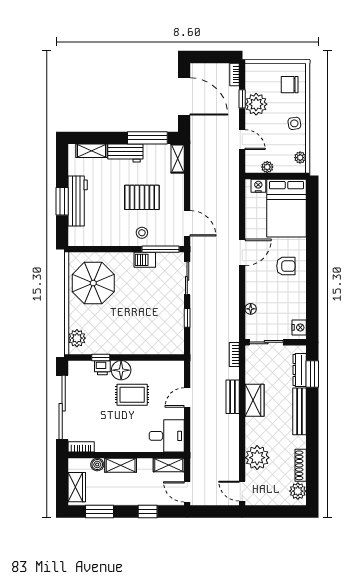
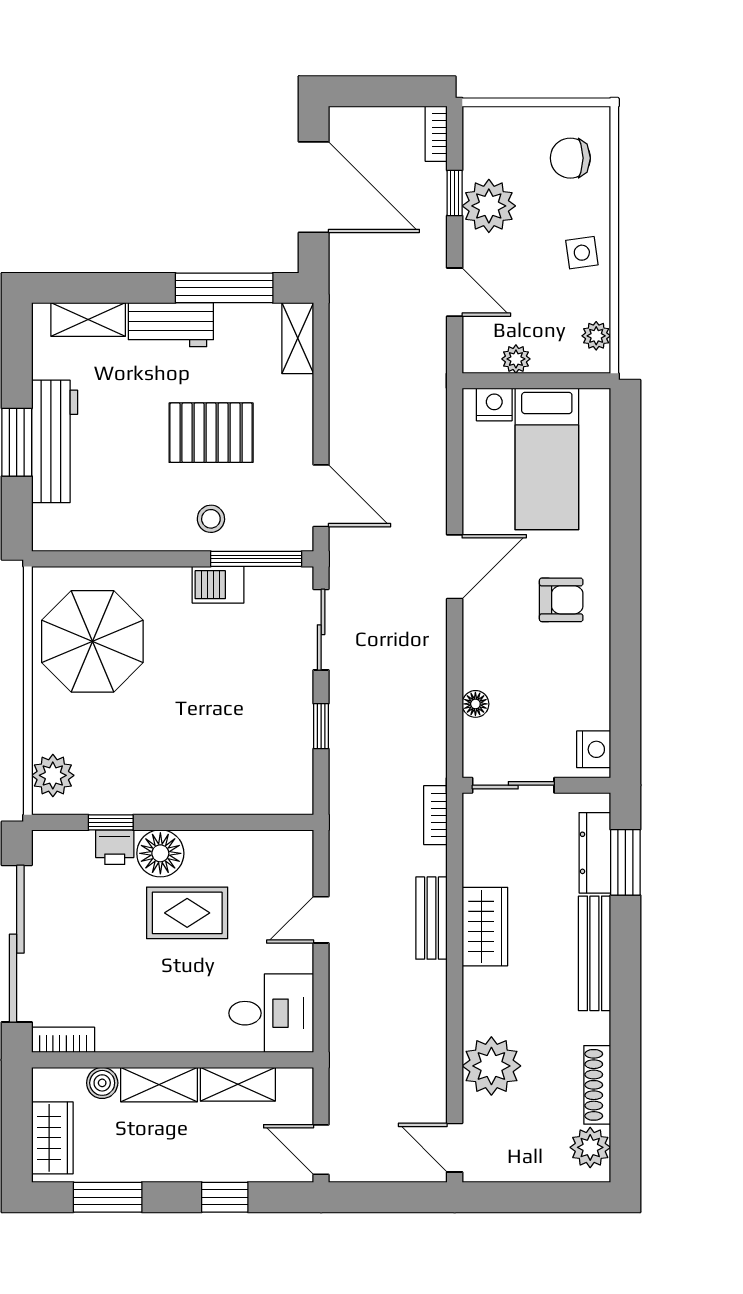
bed: (286, 208) -> (547, 459), width x0.67
shelving: (169, 465) -> (238, 1084), moved

